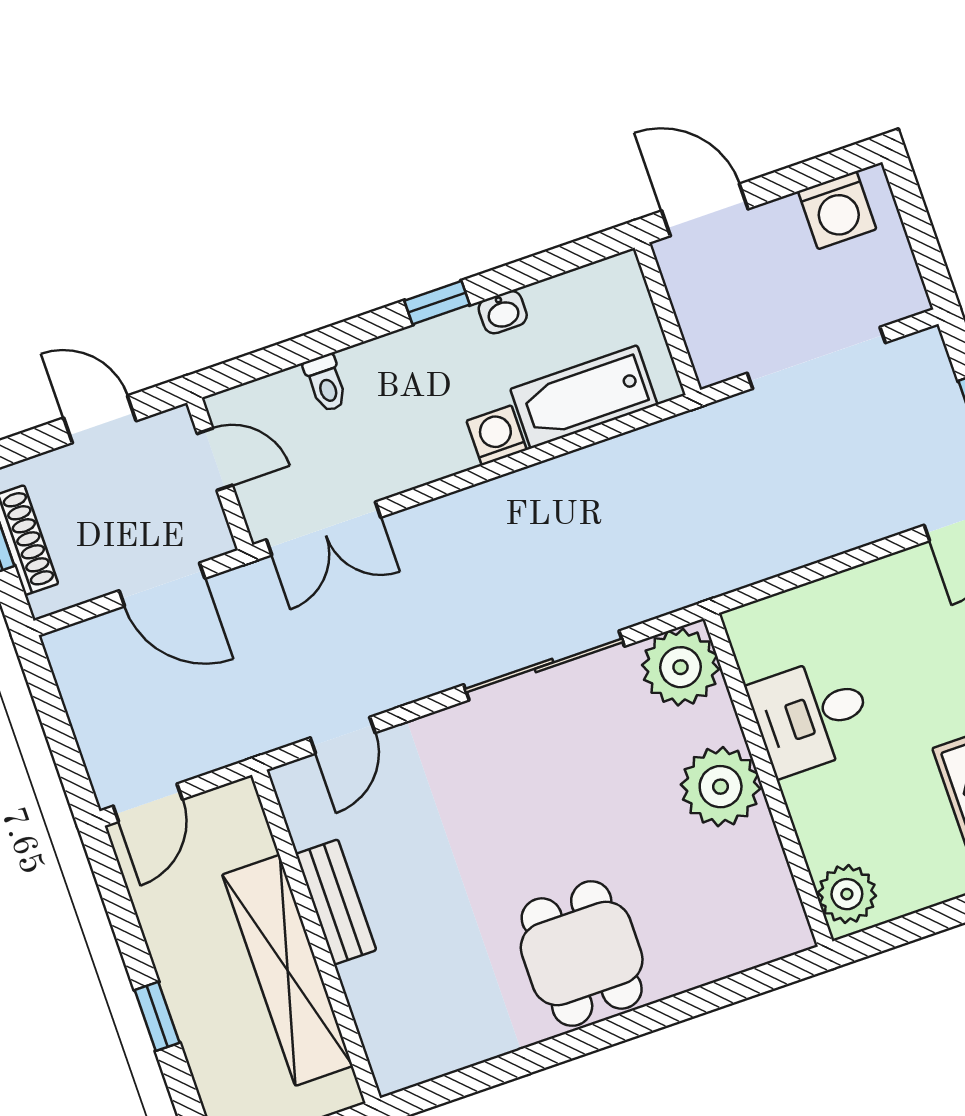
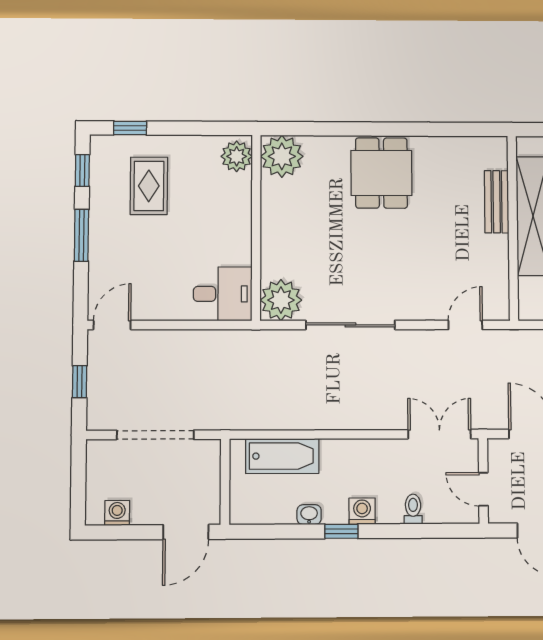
door: (705, 210) -> (186, 532), hinge flipped
washing machine: (837, 210) -> (117, 513), width x0.73, depth x0.73
washing machine: (497, 435) -> (362, 511), moved, turned 180
desk: (811, 716) -> (223, 294), moved
plant: (721, 787) -> (282, 156), moved
bench: (336, 902) -> (497, 202), moved

